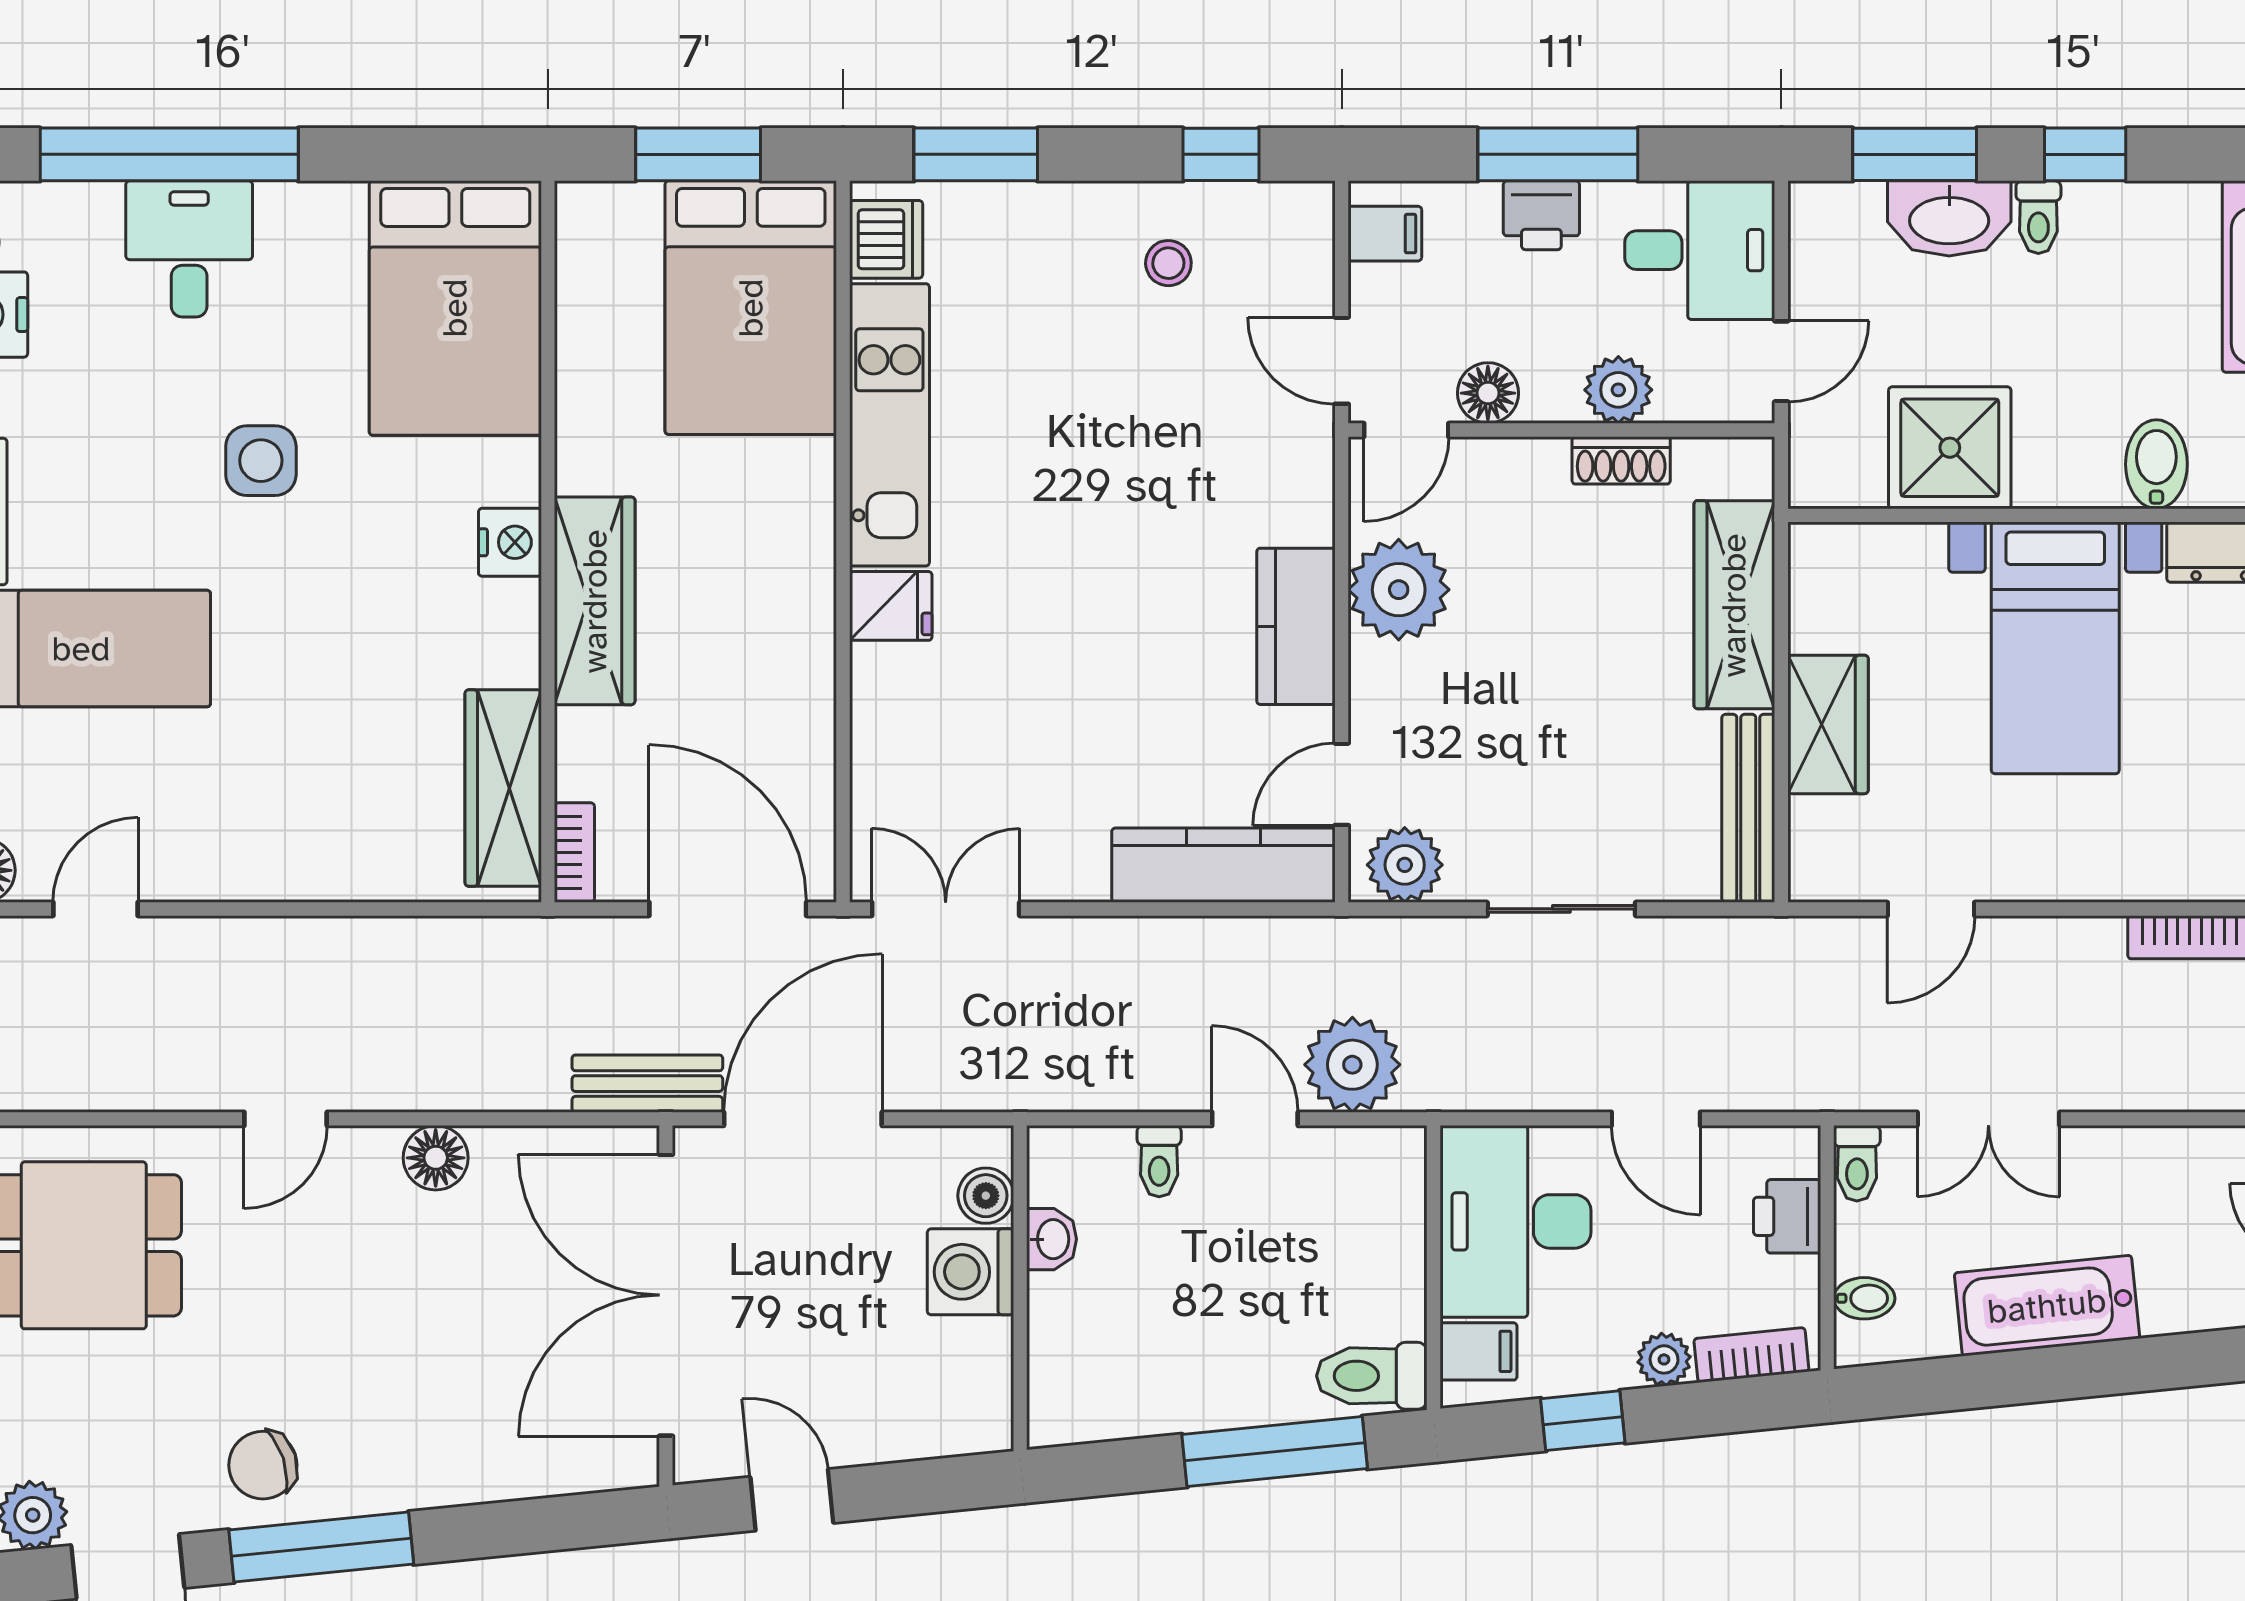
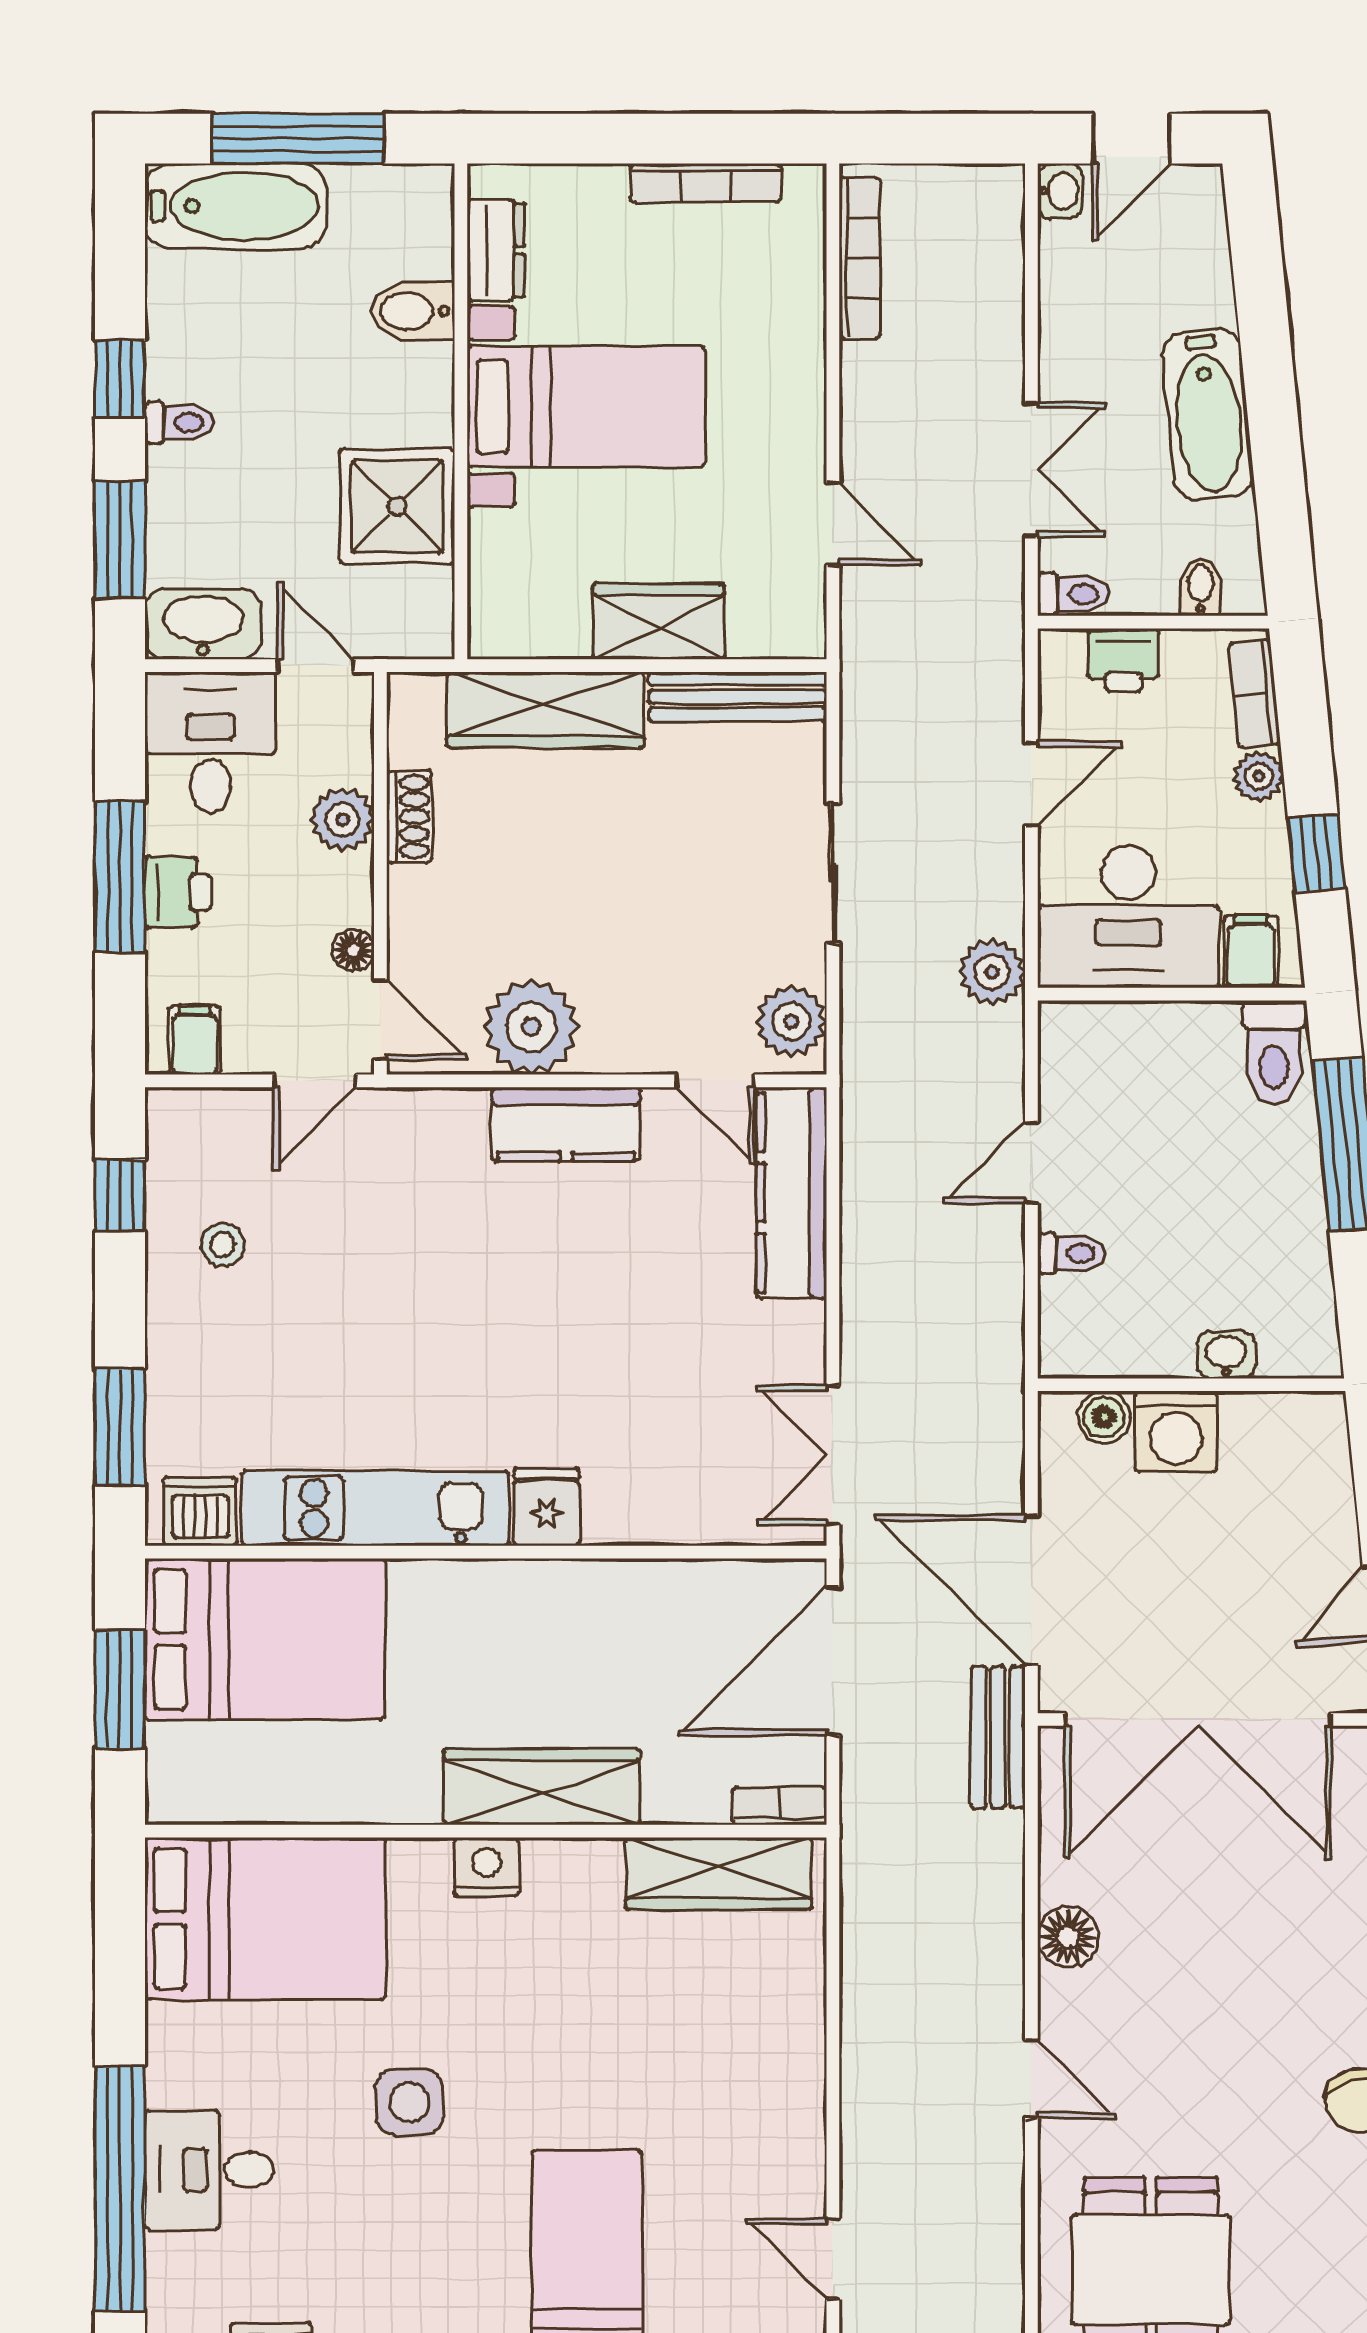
washbasin: (1949, 218) -> (203, 624), moved, turned -90
floor lamp: (1488, 393) -> (353, 950), width x0.73, depth x0.73
plant: (1352, 1065) -> (992, 972), moved, width x0.73, depth x0.73
washbasin: (1052, 1239) -> (1226, 1355), moved

